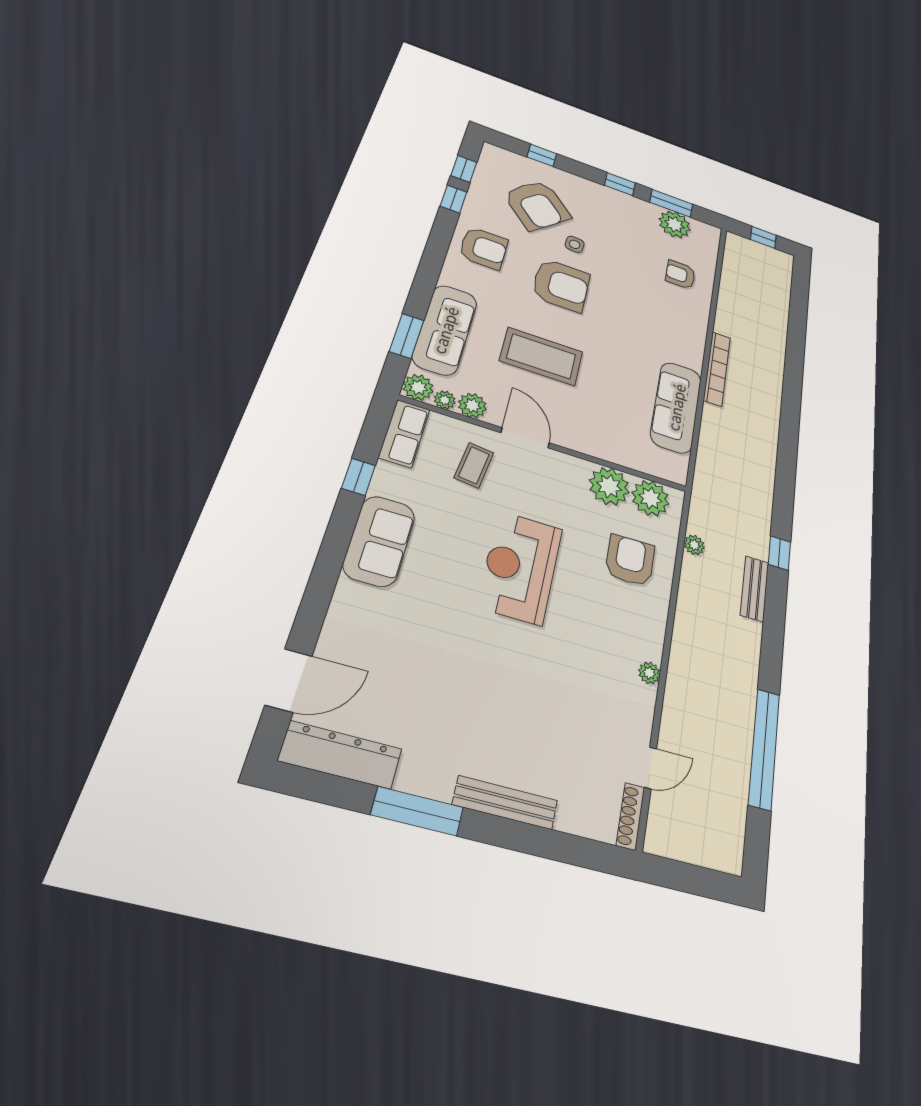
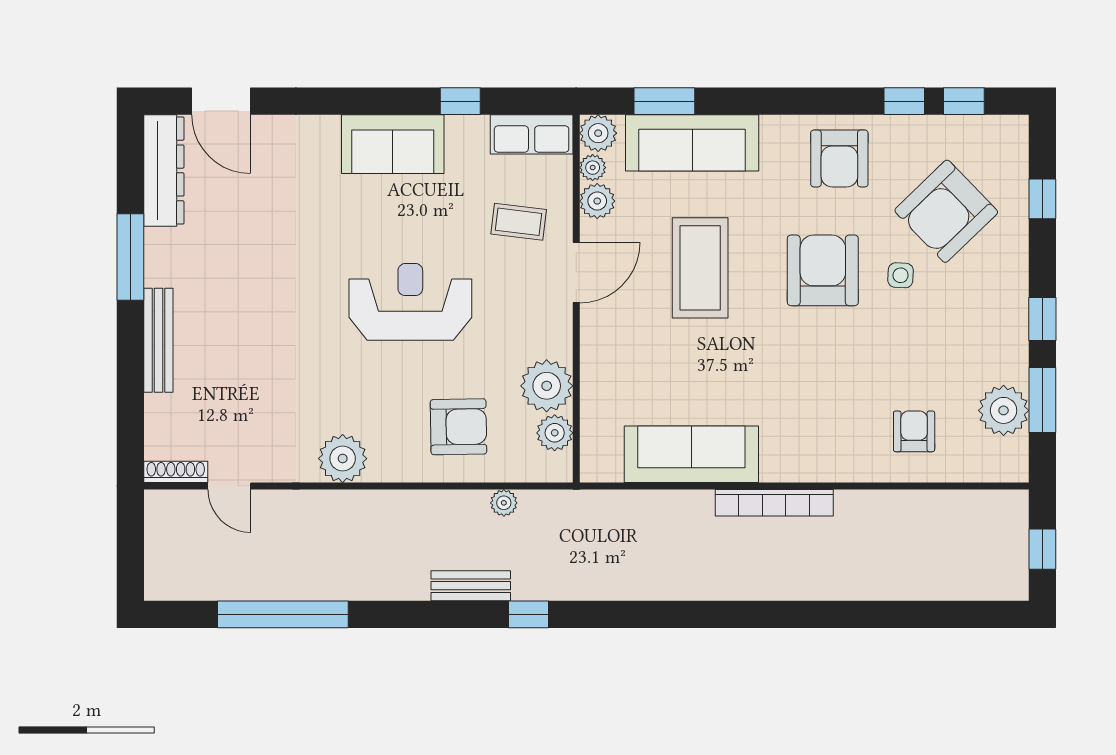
armchair: (561, 285) -> (823, 270), turned 180
plant: (650, 498) -> (555, 433), width x0.73, depth x0.73
plant: (649, 673) -> (343, 459), width x1.87, depth x1.87

